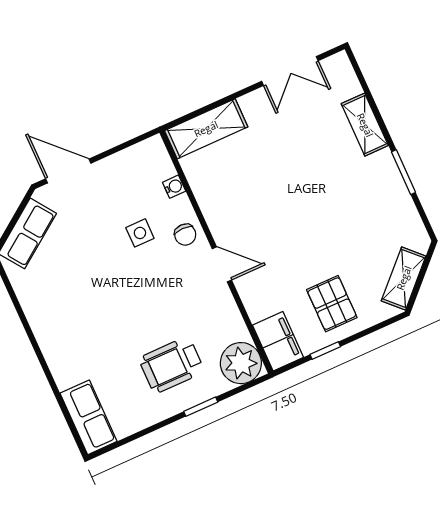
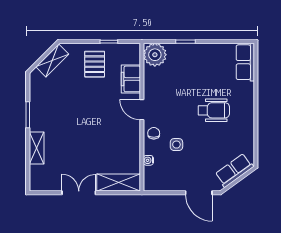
double door: (290, 71) -> (79, 193), moved
filing cabinet: (278, 341) -> (131, 79), moved
wheelchair: (172, 365) -> (214, 110), moved

